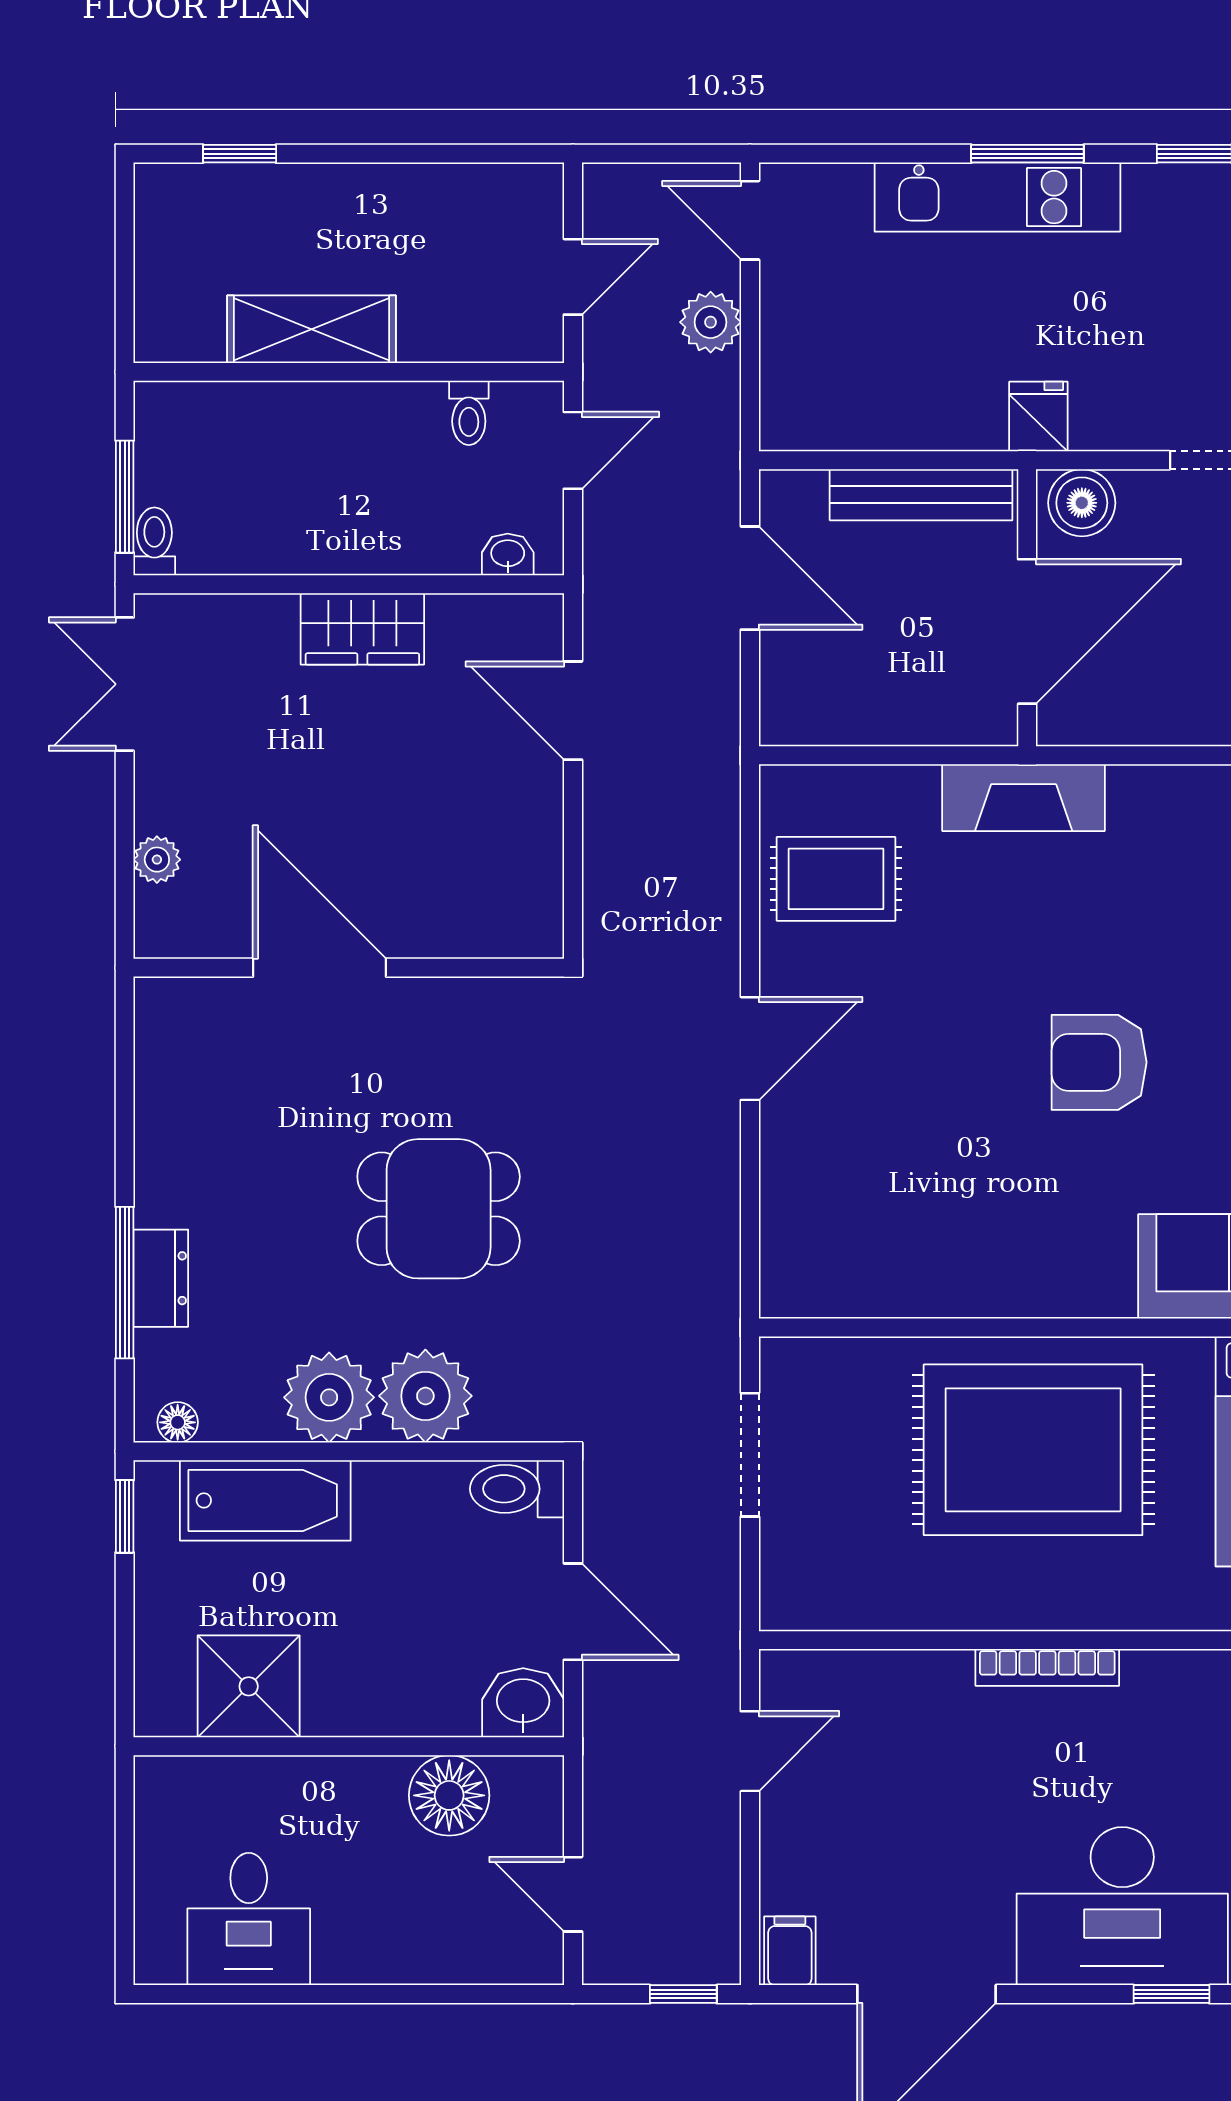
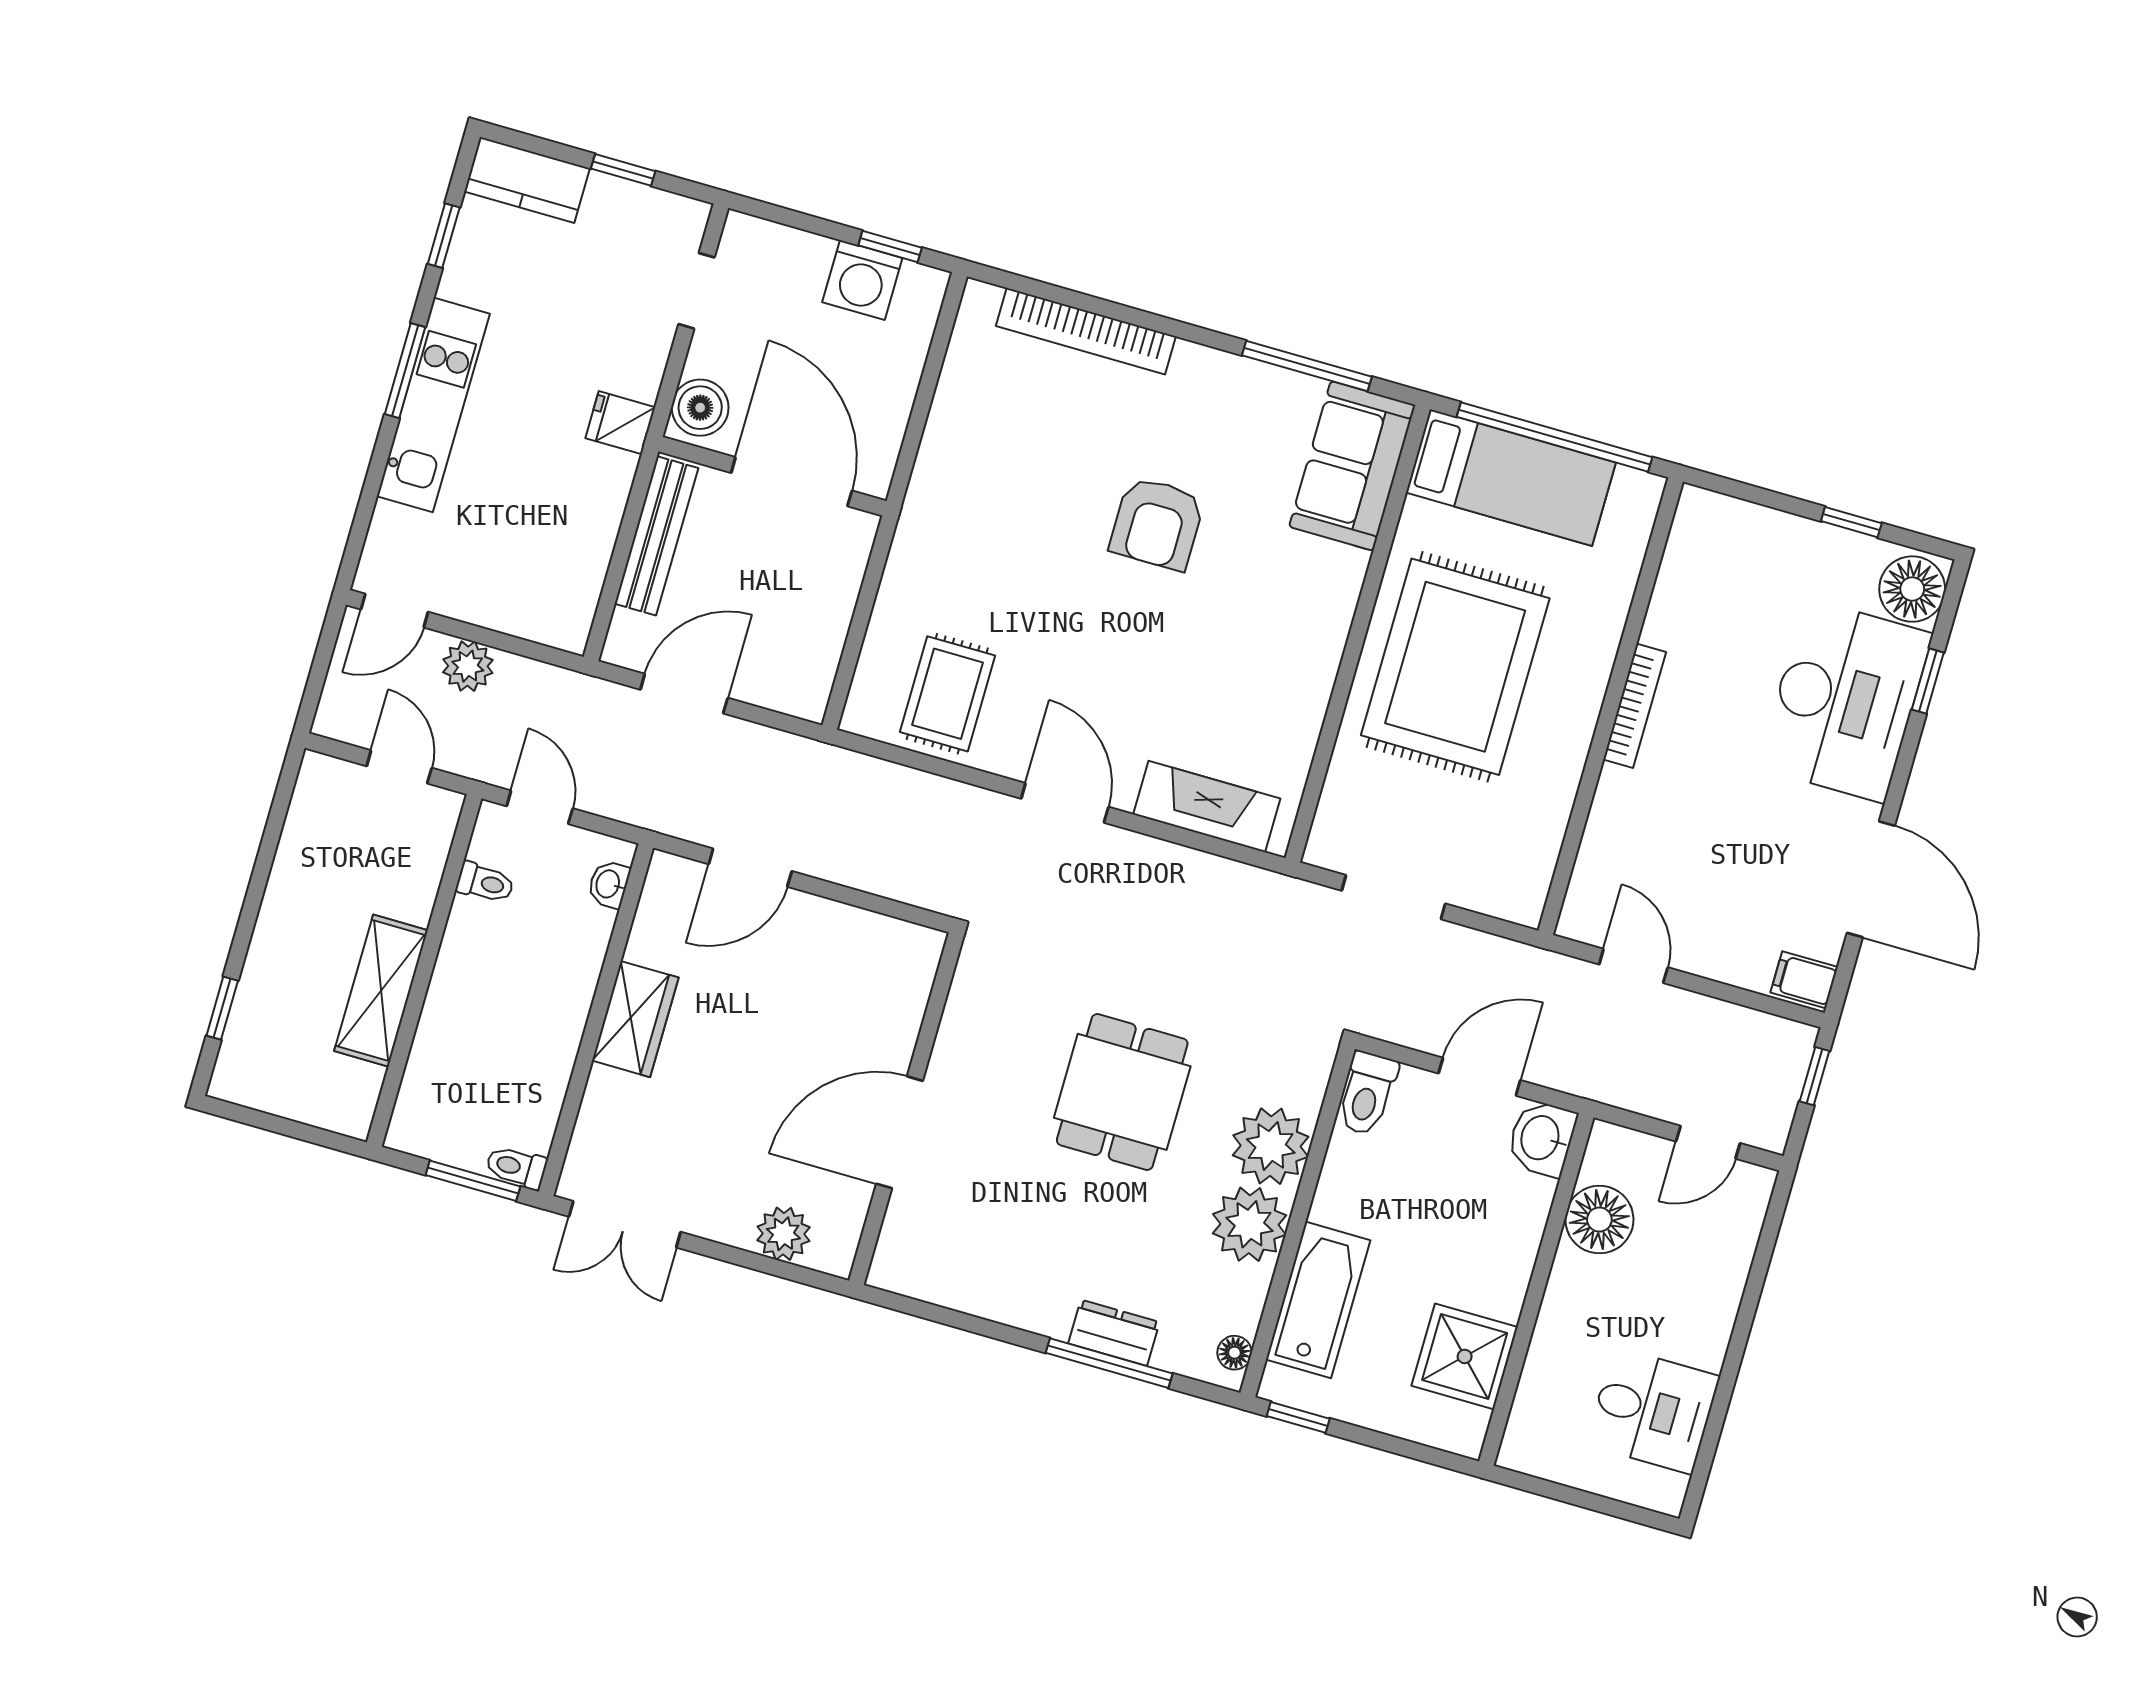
fireplace: (1024, 798) -> (1207, 807), moved, turned -90
plant: (157, 860) -> (783, 1234), width x1.38, depth x1.38

